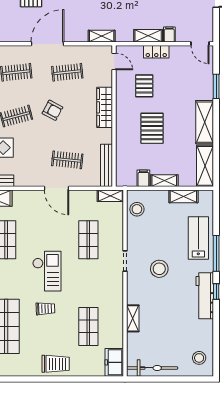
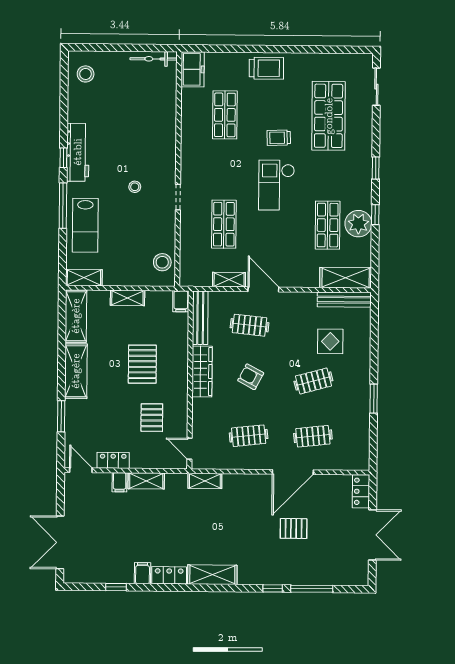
door: (47, 44) -> (293, 472), moved
locker: (156, 52) -> (113, 460), moved
wardrobe: (105, 107) -> (202, 371), moved
armchair: (52, 110) -> (251, 377), moved
filing cabinet: (143, 178) -> (181, 301), moved
shelving: (110, 196) -> (229, 280), moved
shelving: (183, 196) -> (84, 278), moved
stool: (159, 269) -> (135, 187), width x0.53, depth x0.53
shelving: (133, 318) -> (169, 125), removed
trolley: (56, 364) -> (266, 68), turned 180
bicycle: (152, 368) -> (154, 59), width x0.73, depth x0.71

